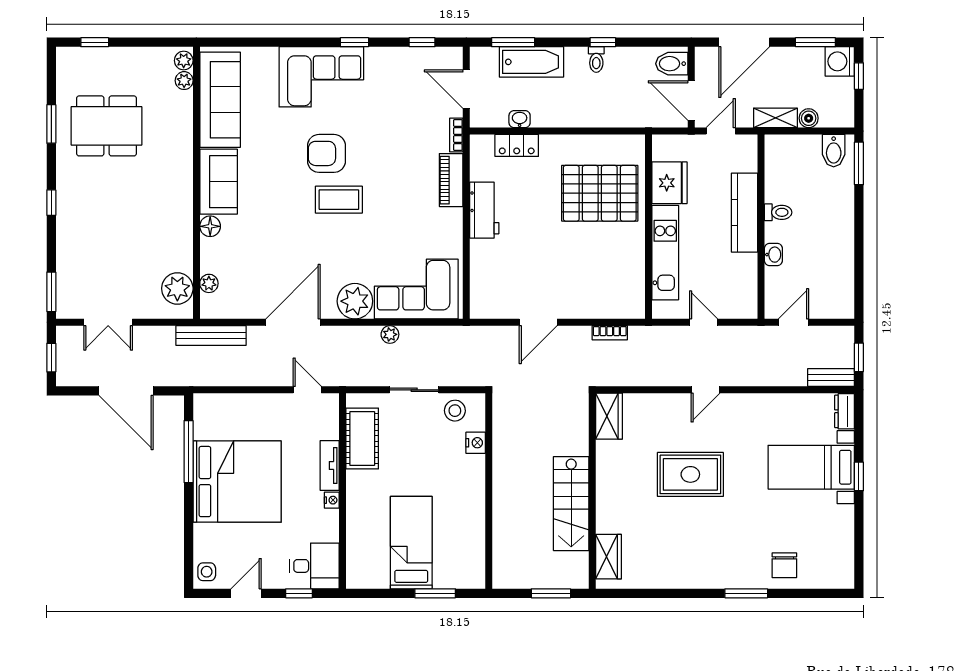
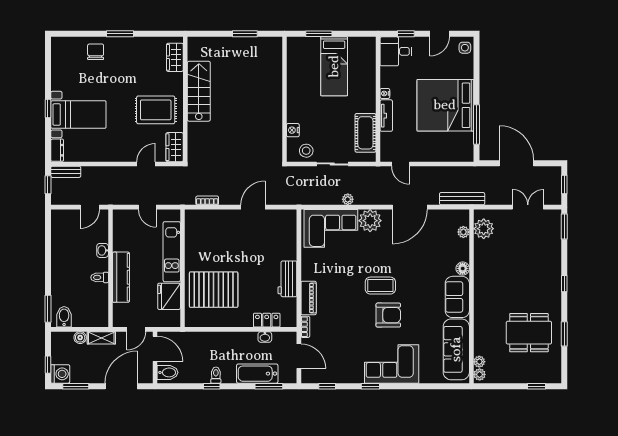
wardrobe: (609, 416) -> (175, 147), moved
wall: (592, 491) -> (185, 99), moved
stairs: (571, 504) -> (199, 91), moved
wardrobe: (609, 557) -> (175, 57), moved

